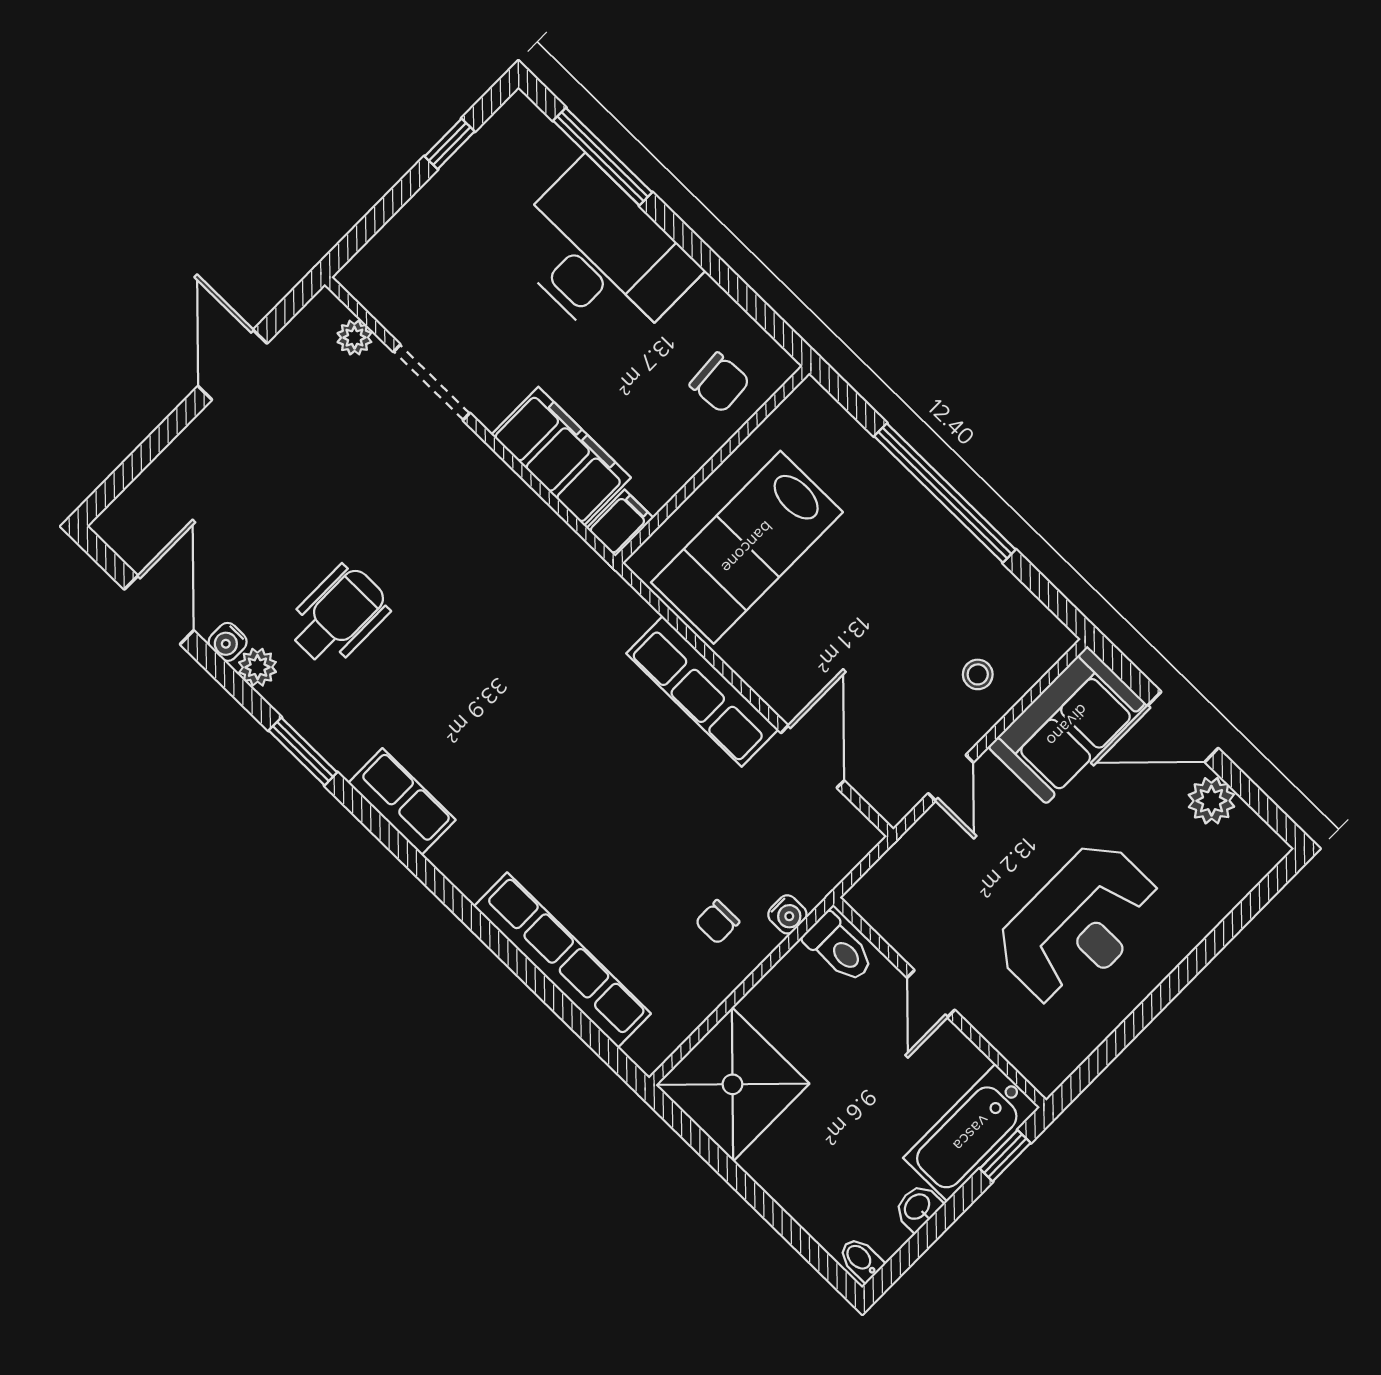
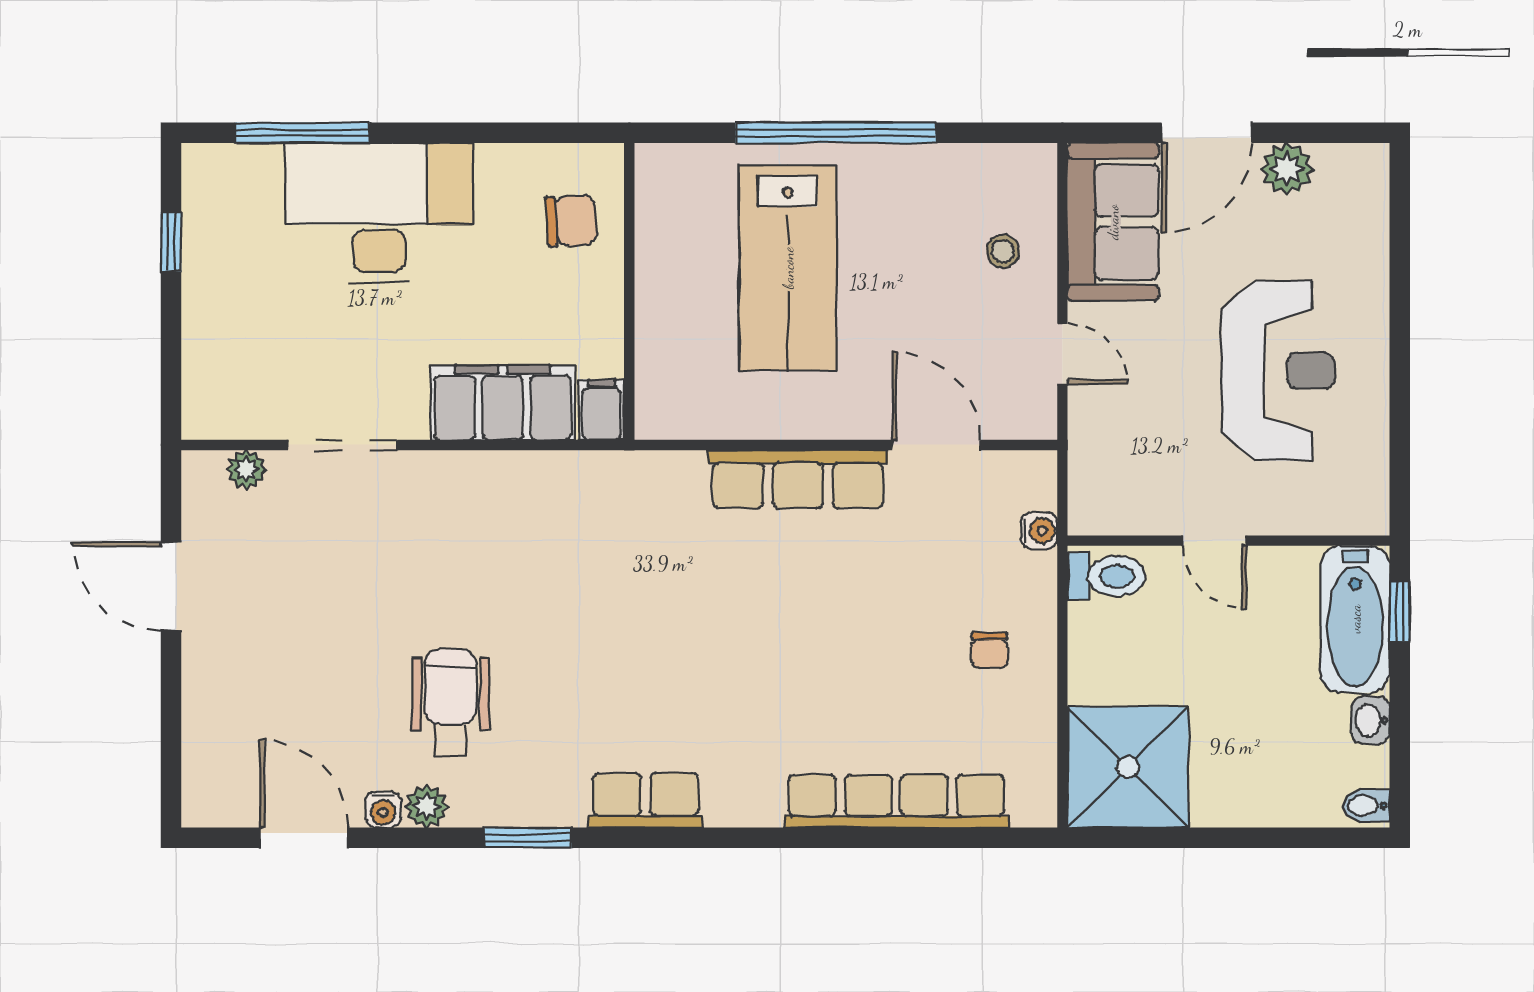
lab bench: (747, 547) -> (788, 268), moved
water cooler: (787, 914) -> (1039, 531), moved

